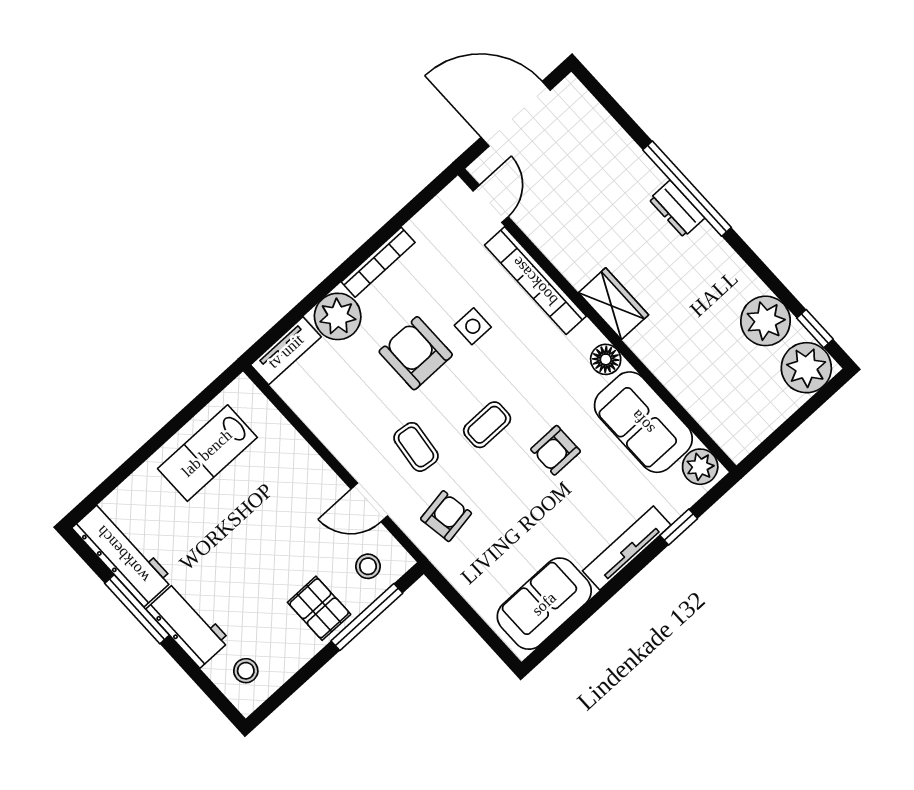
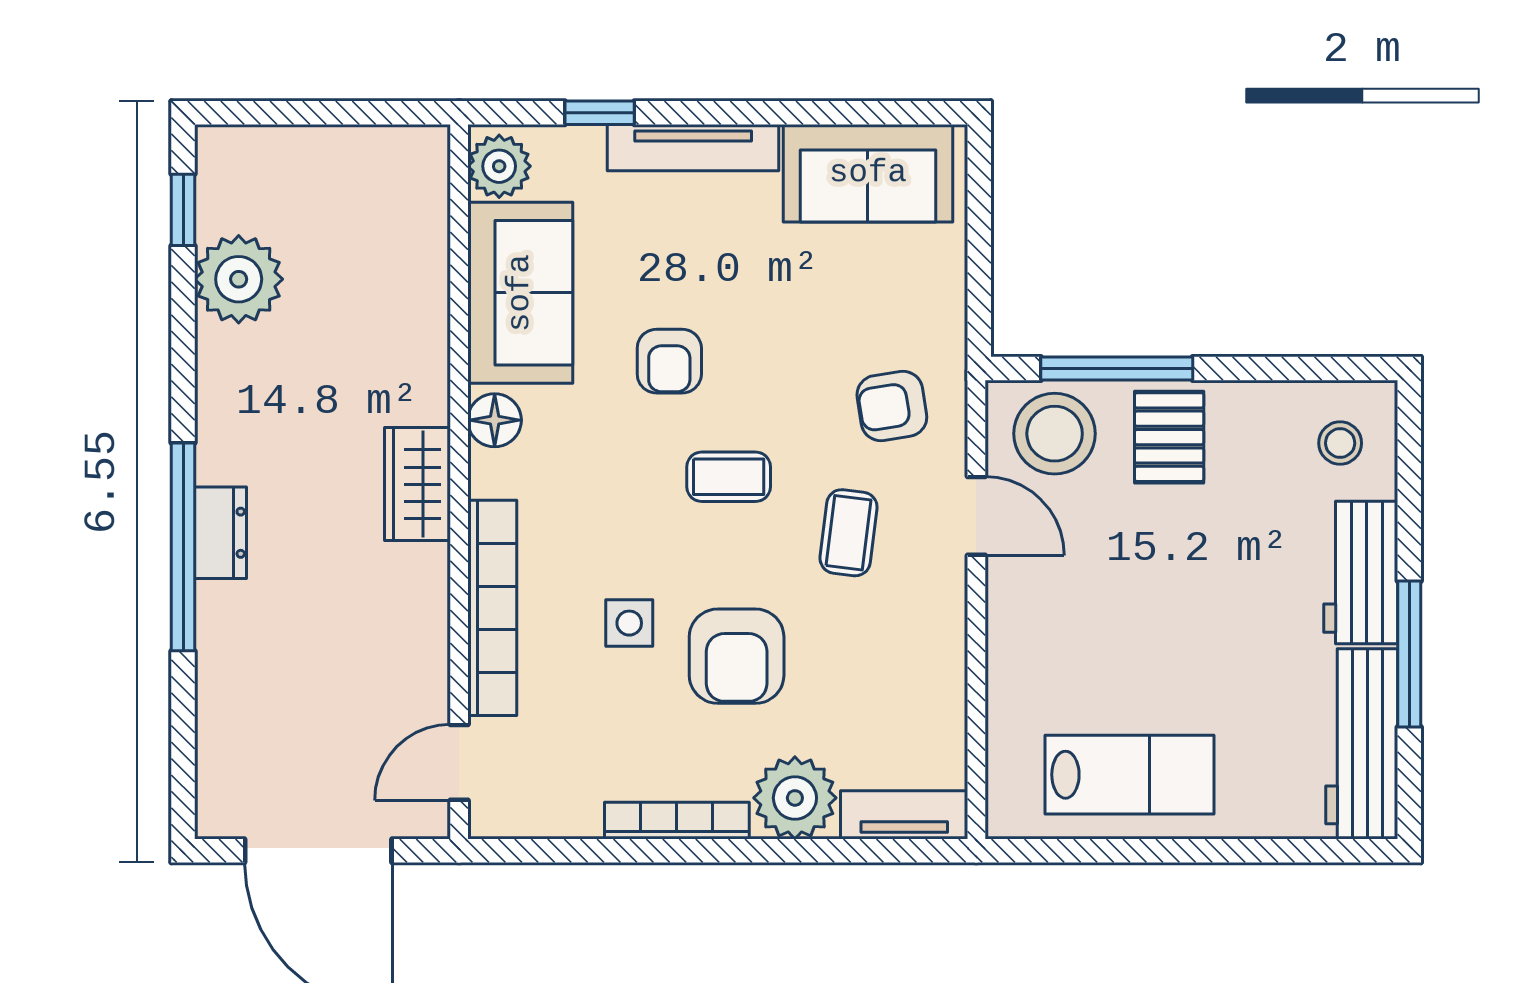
plant: (806, 368) -> (241, 169), removed
armchair: (556, 450) -> (669, 361), turned 90
stool: (368, 566) -> (1055, 434), width x1.89, depth x1.89

